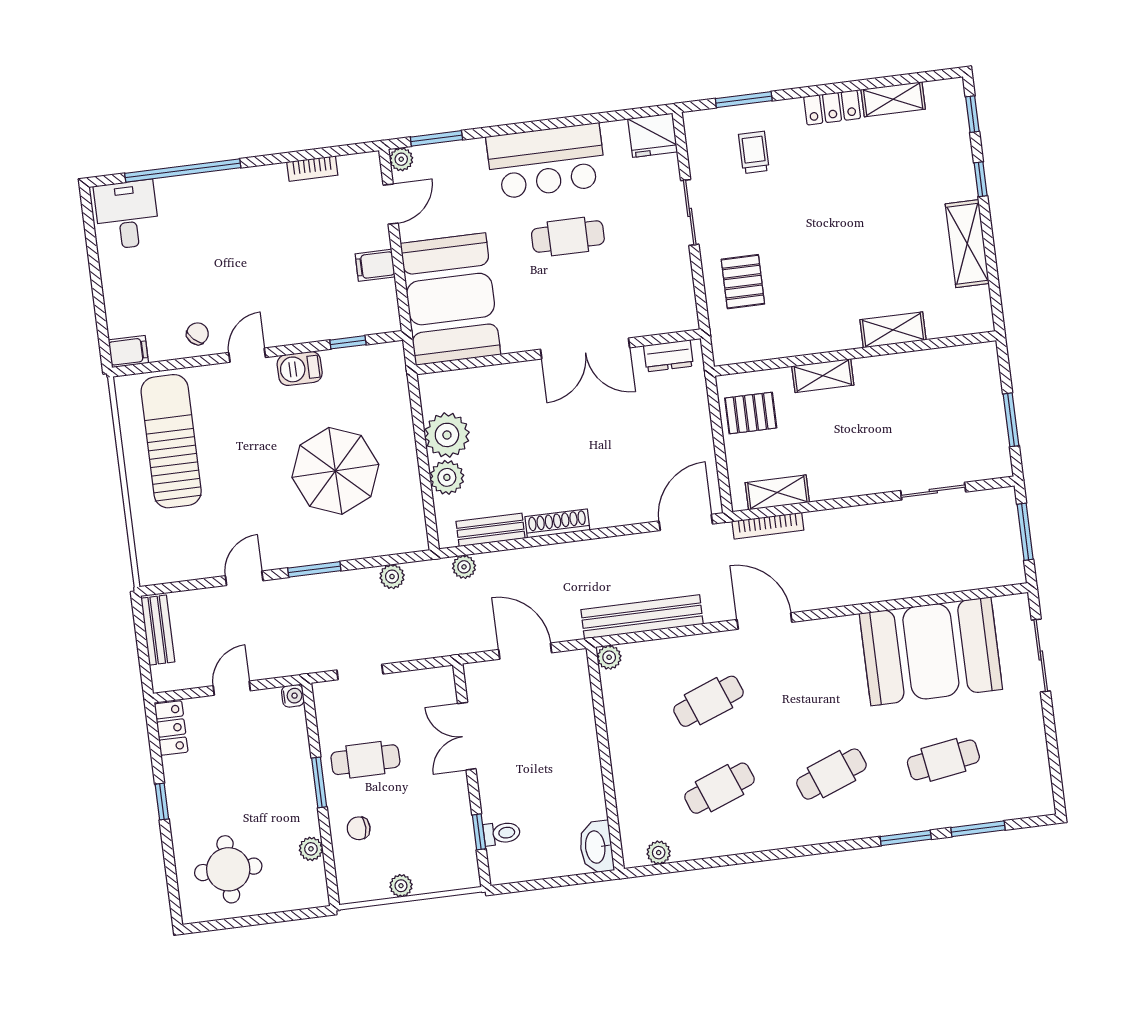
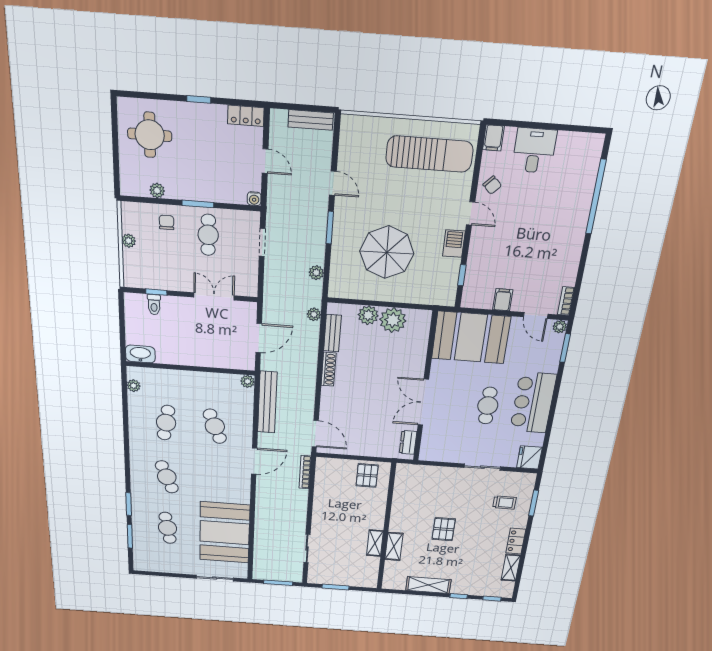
bookcase: (312, 169) -> (566, 301), moved
desk: (127, 215) -> (534, 150), moved, turned -90
pallet: (743, 282) -> (444, 529), moved, turned 90
shelving: (823, 376) -> (375, 543), moved
shelving: (777, 492) -> (322, 480), removed
cafe table: (719, 788) -> (166, 423), turned 30

